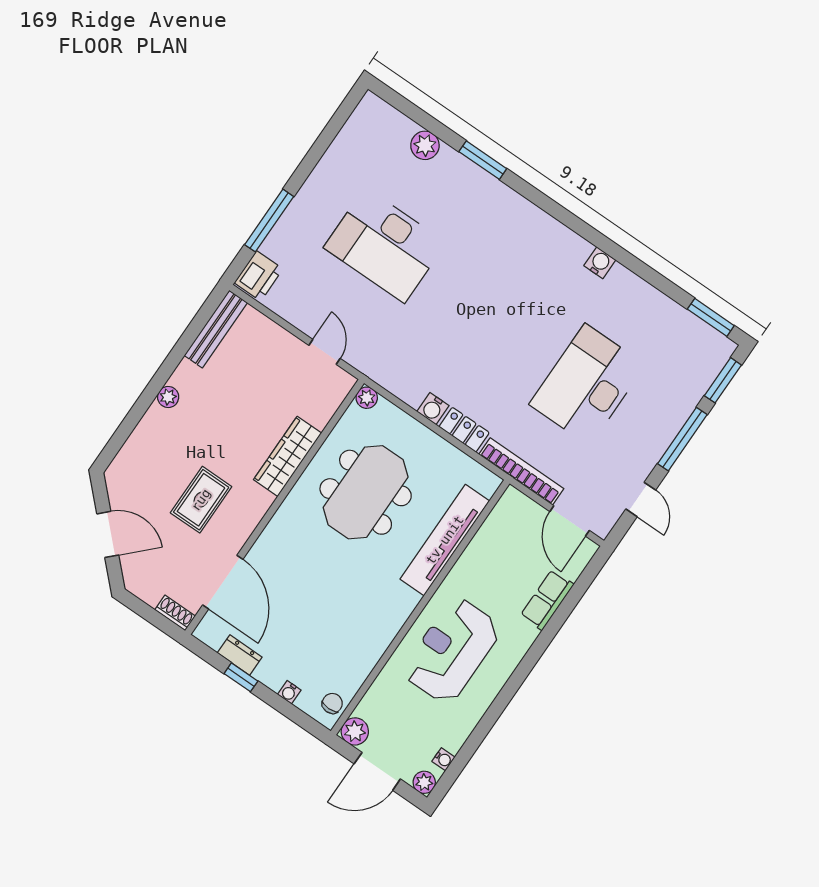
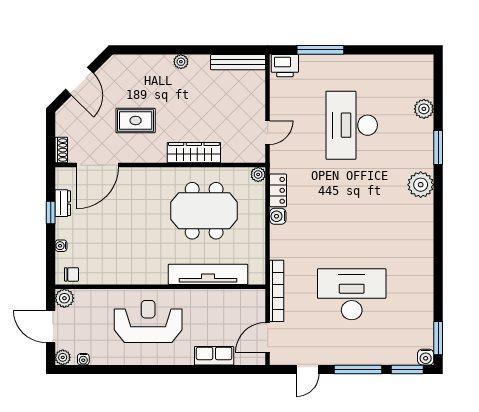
plant: (513, 212) -> (421, 185), added
water cooler: (600, 263) -> (426, 357), moved, turned 90
locker: (464, 430) -> (278, 190), moved

